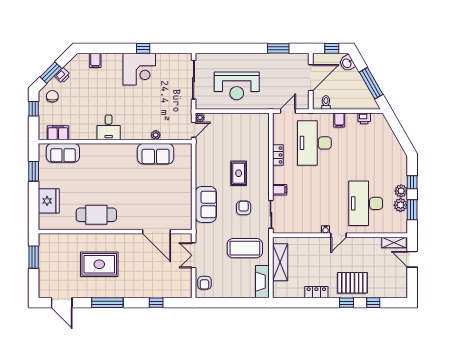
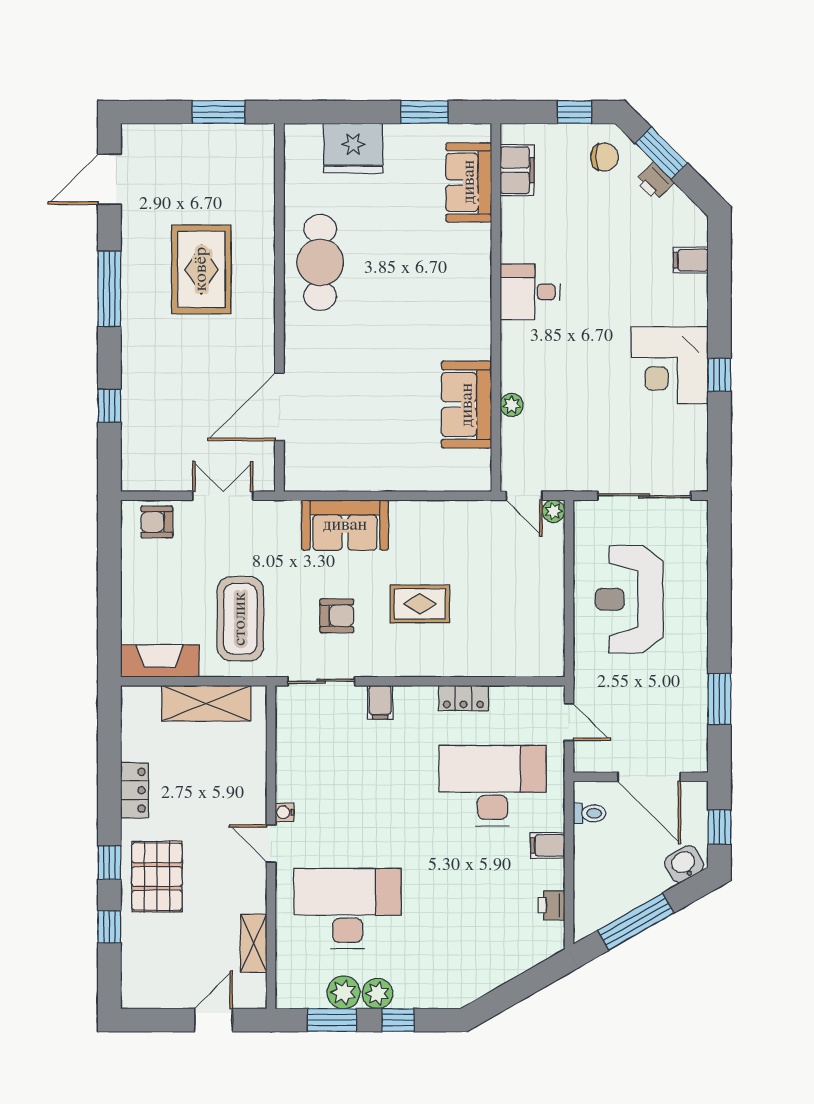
shelving: (394, 242) -> (254, 943), moved

